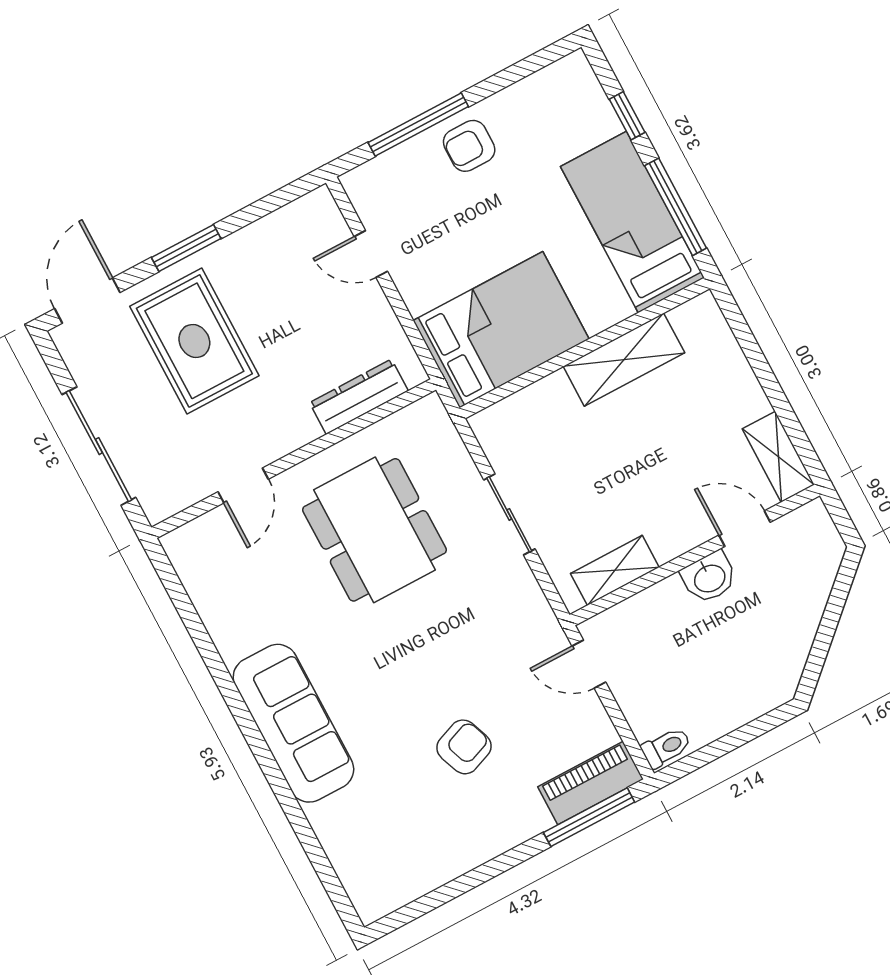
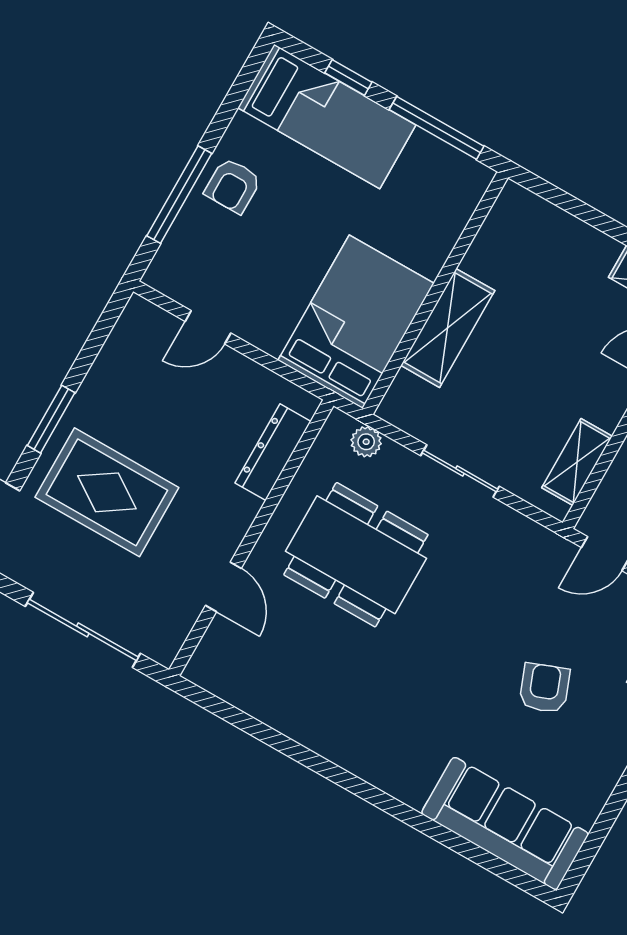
bed: (632, 222) -> (327, 116), moved, turned 180
shelving: (624, 360) -> (448, 328), moved
plant: (445, 438) -> (366, 442), added
sofa: (293, 723) -> (505, 824), moved

